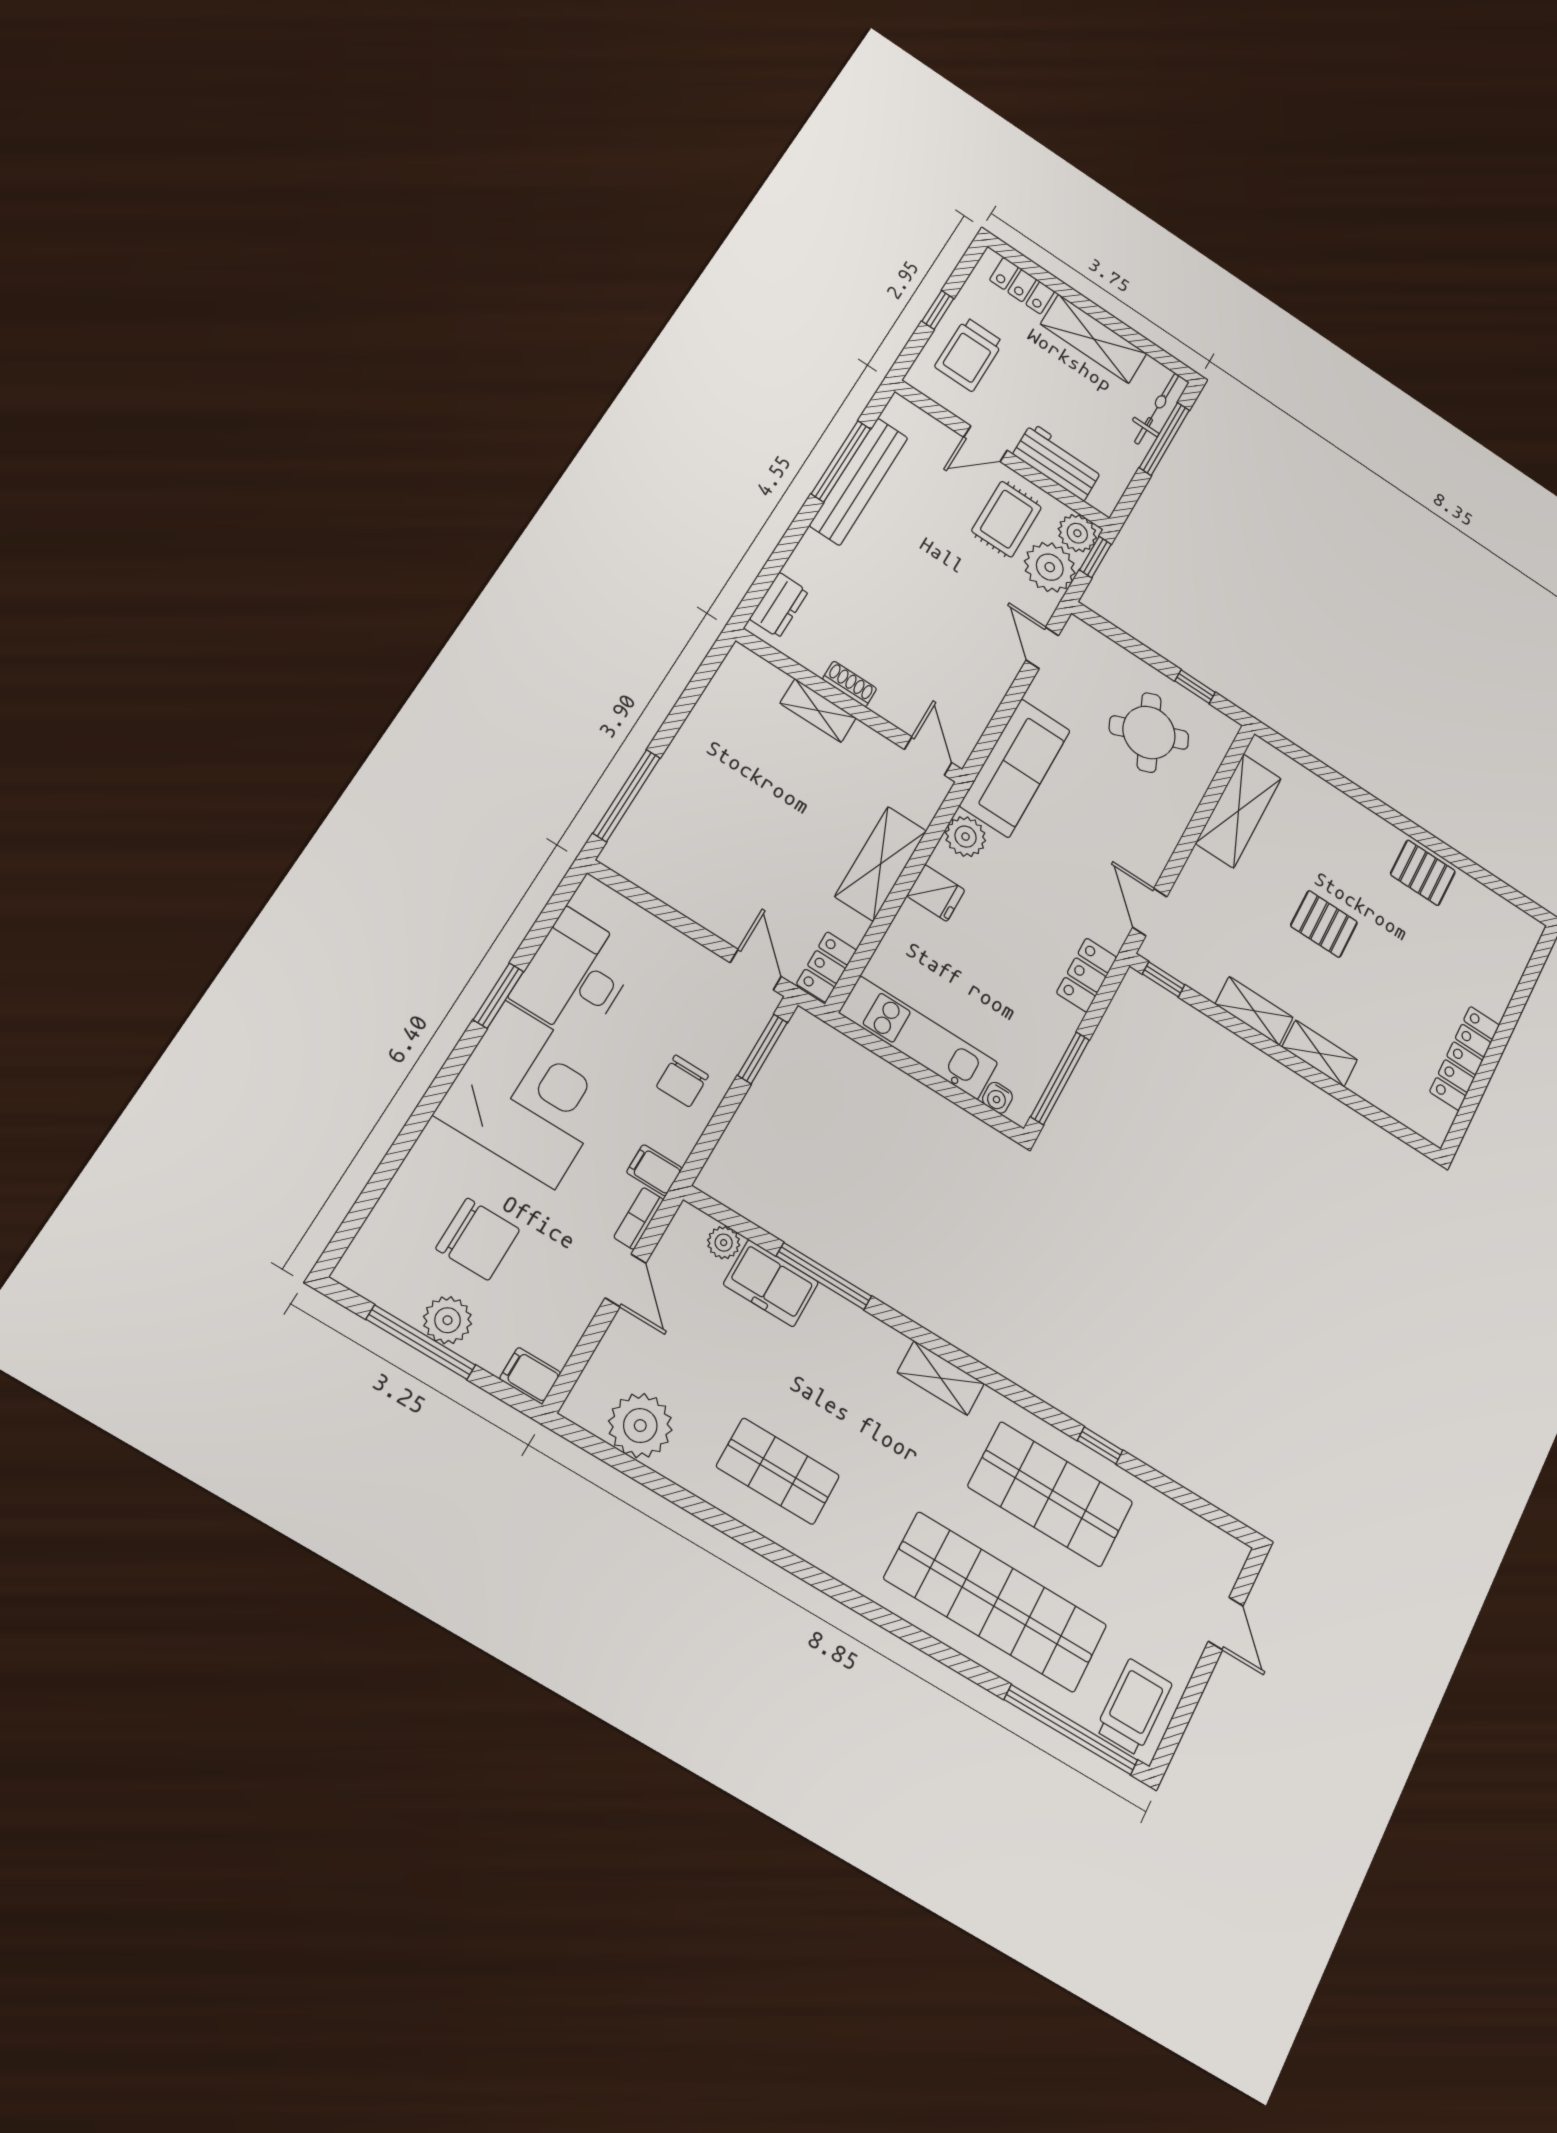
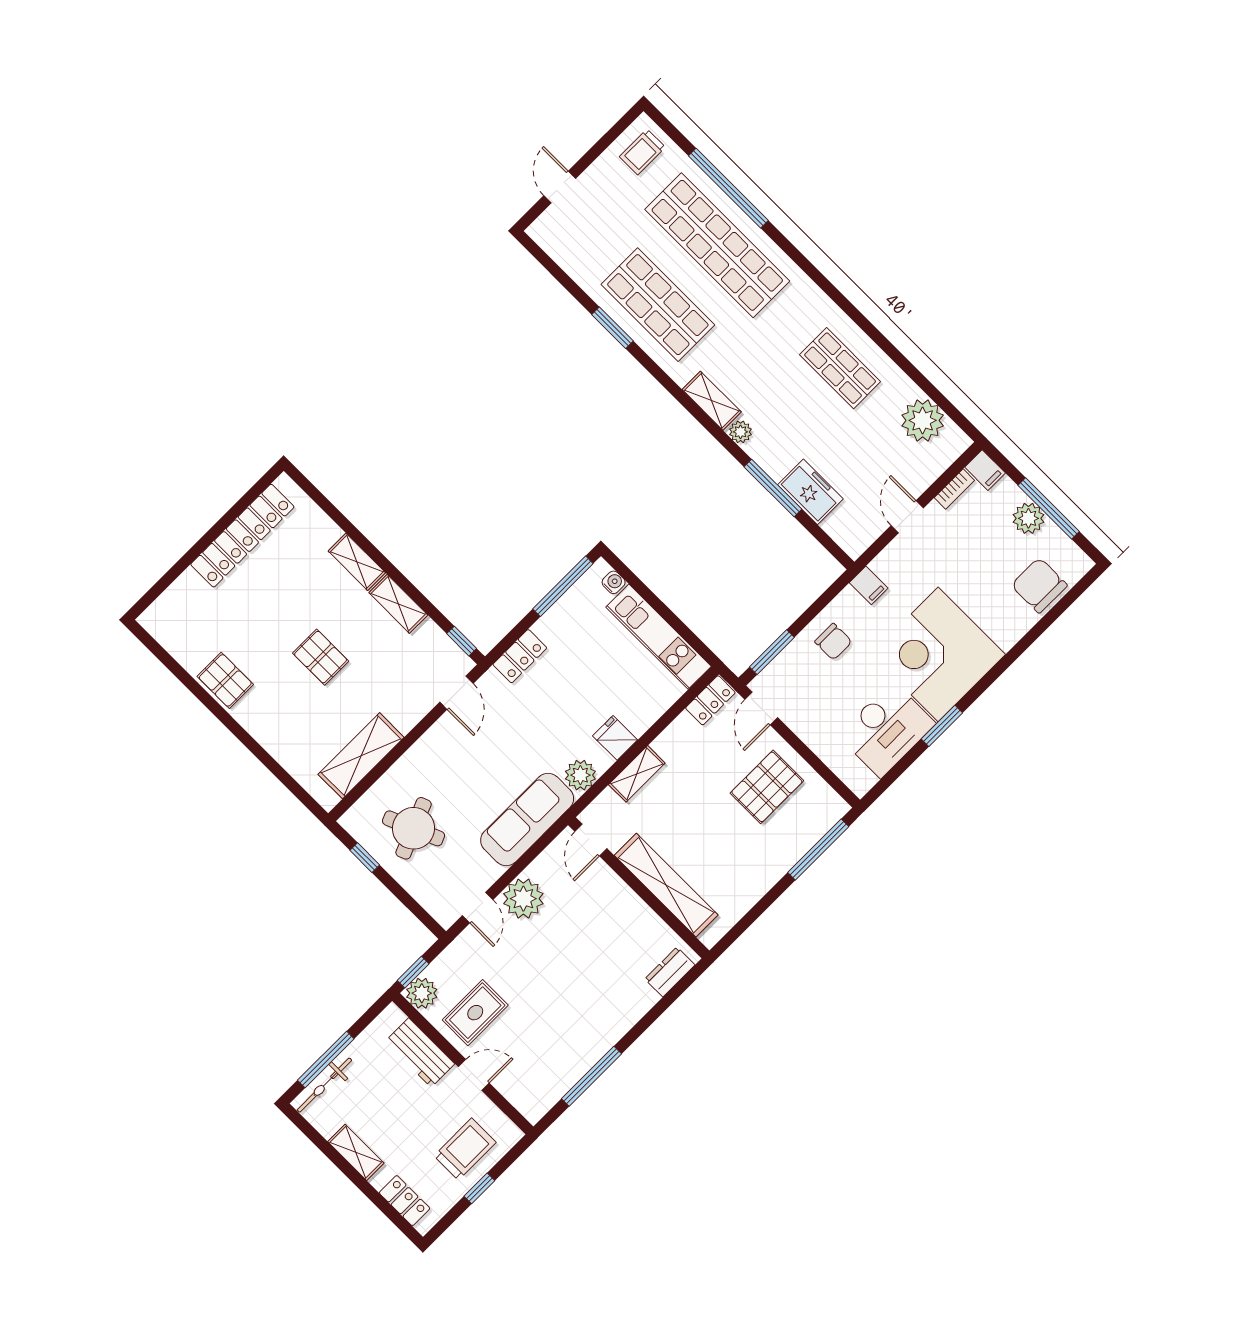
shelving: (1094, 339) -> (356, 1152), width x0.67, depth x0.75
bench: (859, 481) -> (582, 1059), removed
plant: (1050, 567) -> (523, 899), moved
shoe rack: (850, 684) -> (634, 904), removed
shelving: (818, 711) -> (666, 885), width x2.20, depth x1.33
shelving: (881, 864) -> (637, 774), width x0.67, depth x0.75
pallet: (719, 866) -> (767, 787), added
locker: (1465, 1058) -> (242, 536), width x1.41, depth x1.21
chair: (682, 1081) -> (833, 642), turned 90
bookcase: (639, 1218) -> (954, 489), moved
chair: (478, 1239) -> (1039, 585), moved
plant: (724, 1243) -> (740, 432), moved
window: (1100, 1445) -> (613, 328), width x1.50
trolley: (1134, 1707) -> (642, 152), width x0.73, depth x0.72
window: (1071, 1730) -> (728, 188), moved

